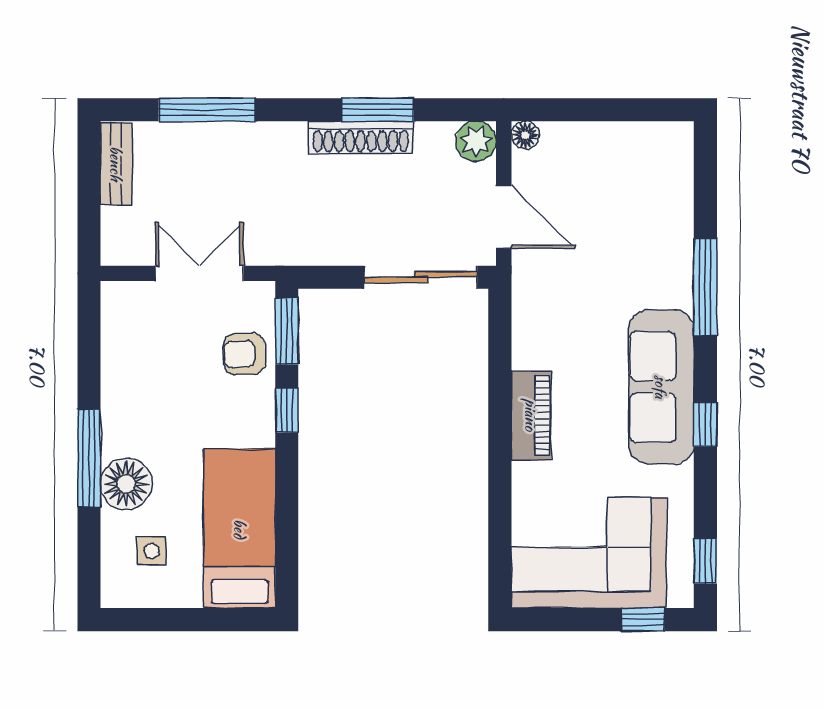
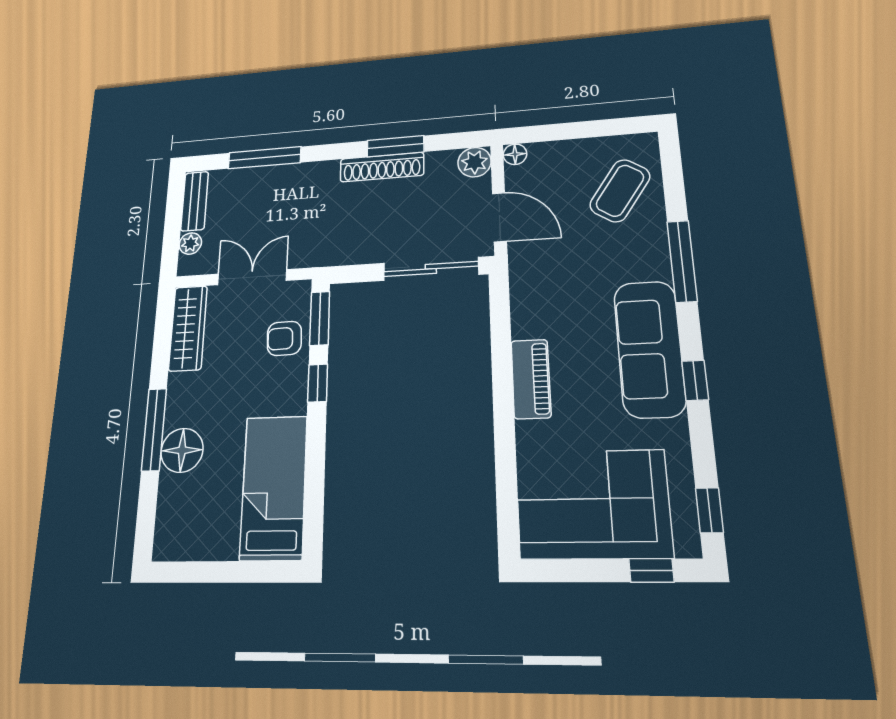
coffee table: (645, 194) -> (620, 191), added
plant: (115, 222) -> (190, 243), added
wardrobe: (121, 335) -> (188, 328), added
side table: (152, 551) -> (199, 509), removed

